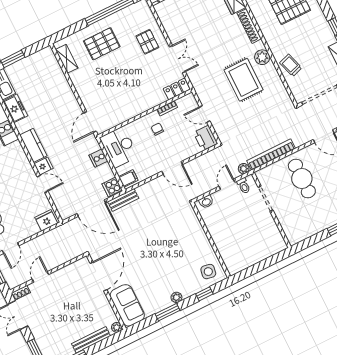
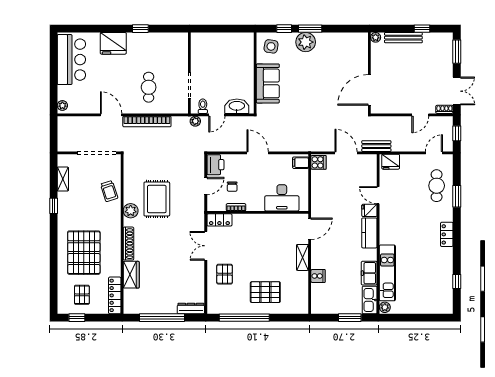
shelving: (67, 59) -> (303, 257), moved
door: (205, 114) -> (206, 186), hinge flipped
chair: (157, 129) -> (232, 187), moved
desk: (119, 147) -> (282, 198), moved, turned 90
bookcase: (271, 155) -> (147, 122), moved
cooker: (98, 158) -> (318, 276), moved
cafe table: (302, 178) -> (149, 87), width x0.73, depth x0.74
bench: (123, 200) -> (376, 146), moved
washbasin: (206, 202) -> (237, 106), width x1.91, depth x1.45
door: (91, 208) -> (346, 153), width x0.73
plant: (176, 297) -> (306, 42), width x1.88, depth x1.88
sofa: (127, 305) -> (268, 83), moved, turned 180
window: (168, 312) -> (310, 29), moved

